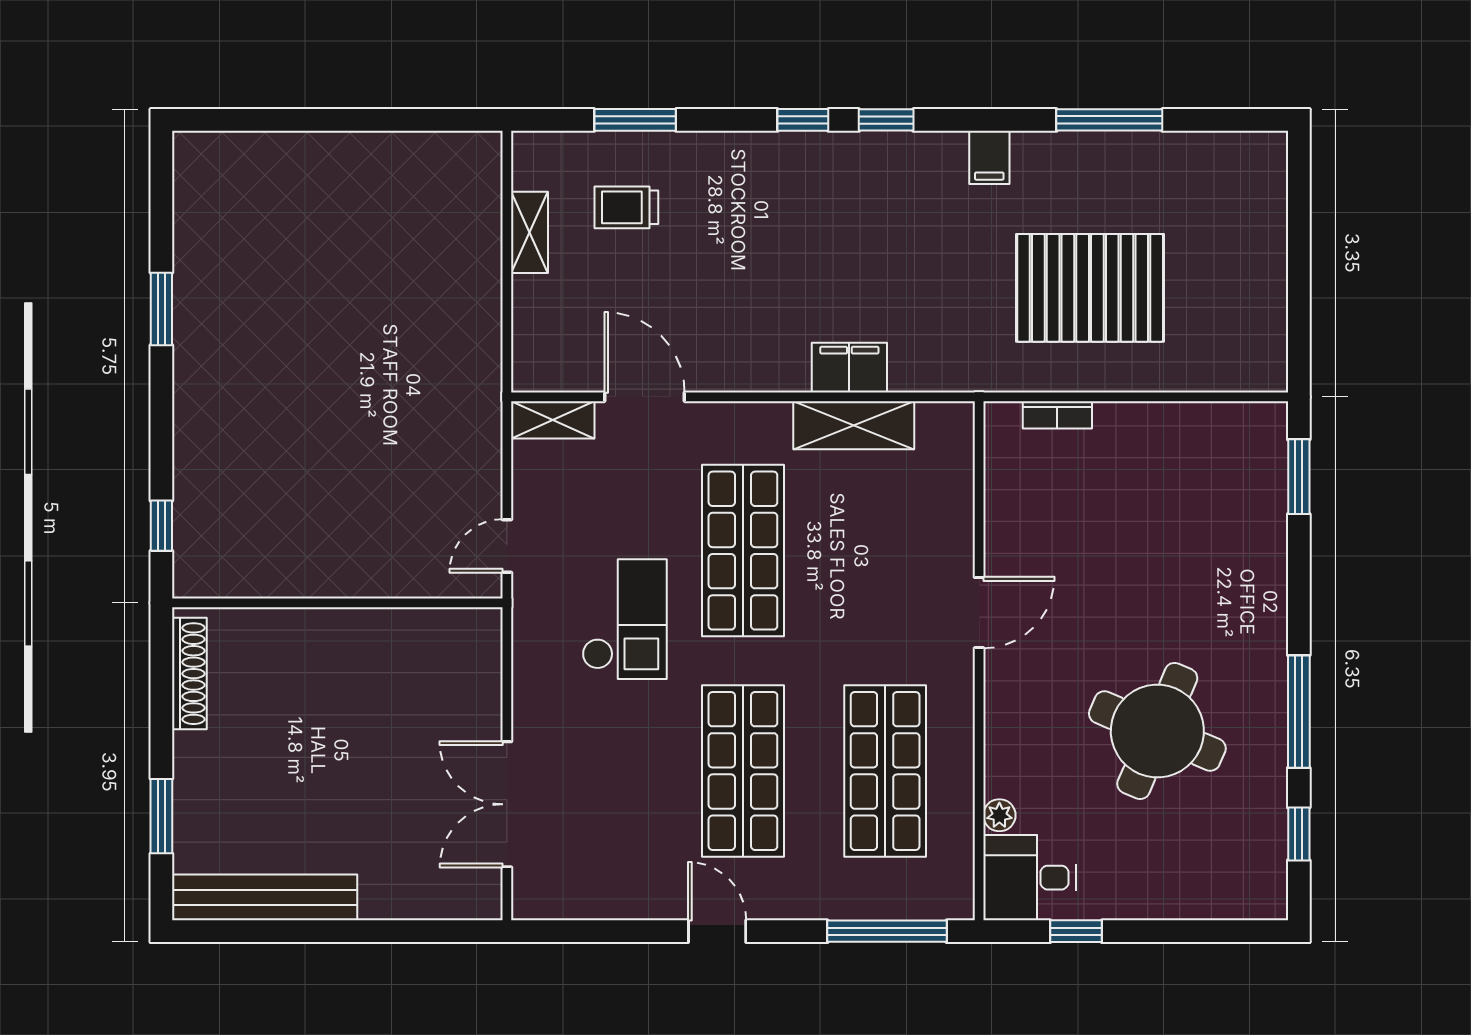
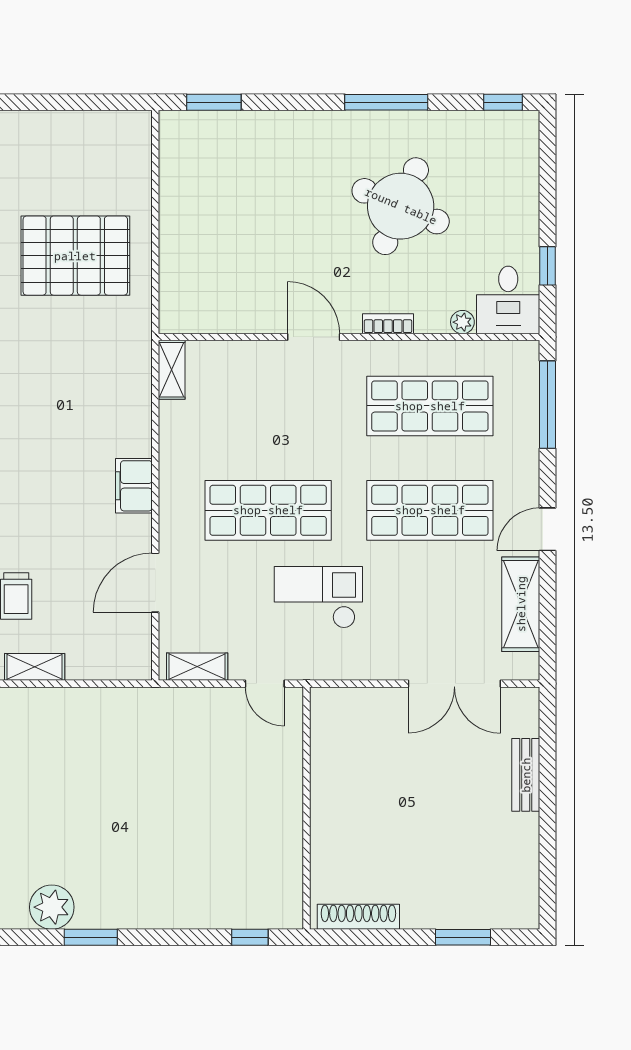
plant: (202, 256) -> (52, 907), added
pallet: (1090, 288) -> (75, 256), turned 90
filing cabinet: (849, 368) -> (134, 486), moved
bookcase: (1057, 415) -> (388, 324), moved, turned -90
shelving: (553, 420) -> (197, 667), moved, turned 90
shelving: (854, 425) -> (172, 370), moved, width x0.67, depth x0.75
window: (1299, 834) -> (503, 102), moved
shelving: (615, 895) -> (521, 604), added
bench: (265, 897) -> (526, 775), moved, width x0.54, depth x0.82

